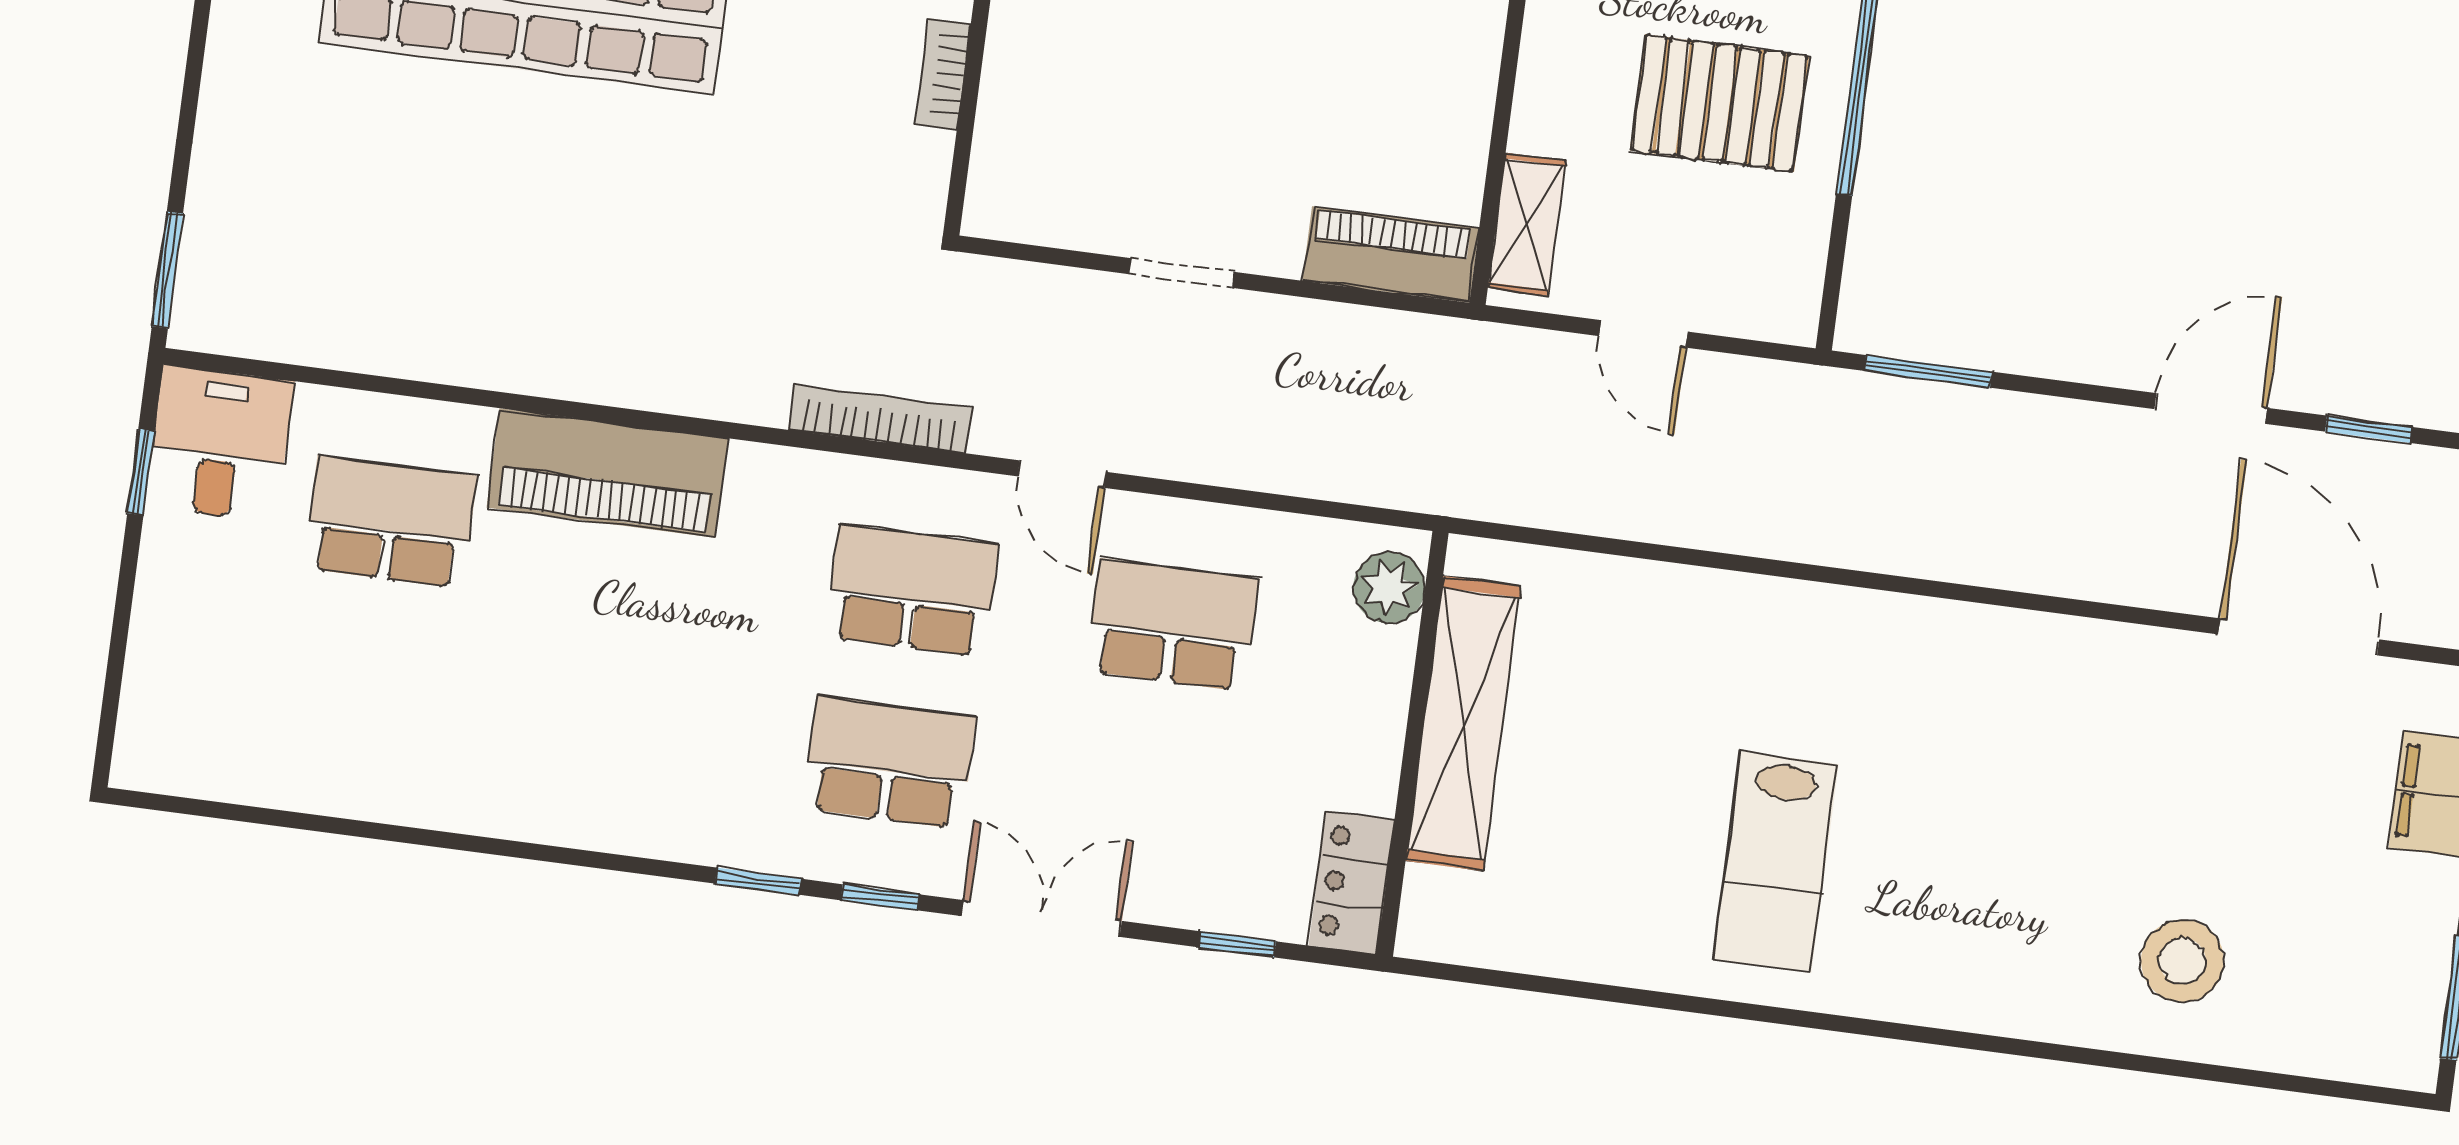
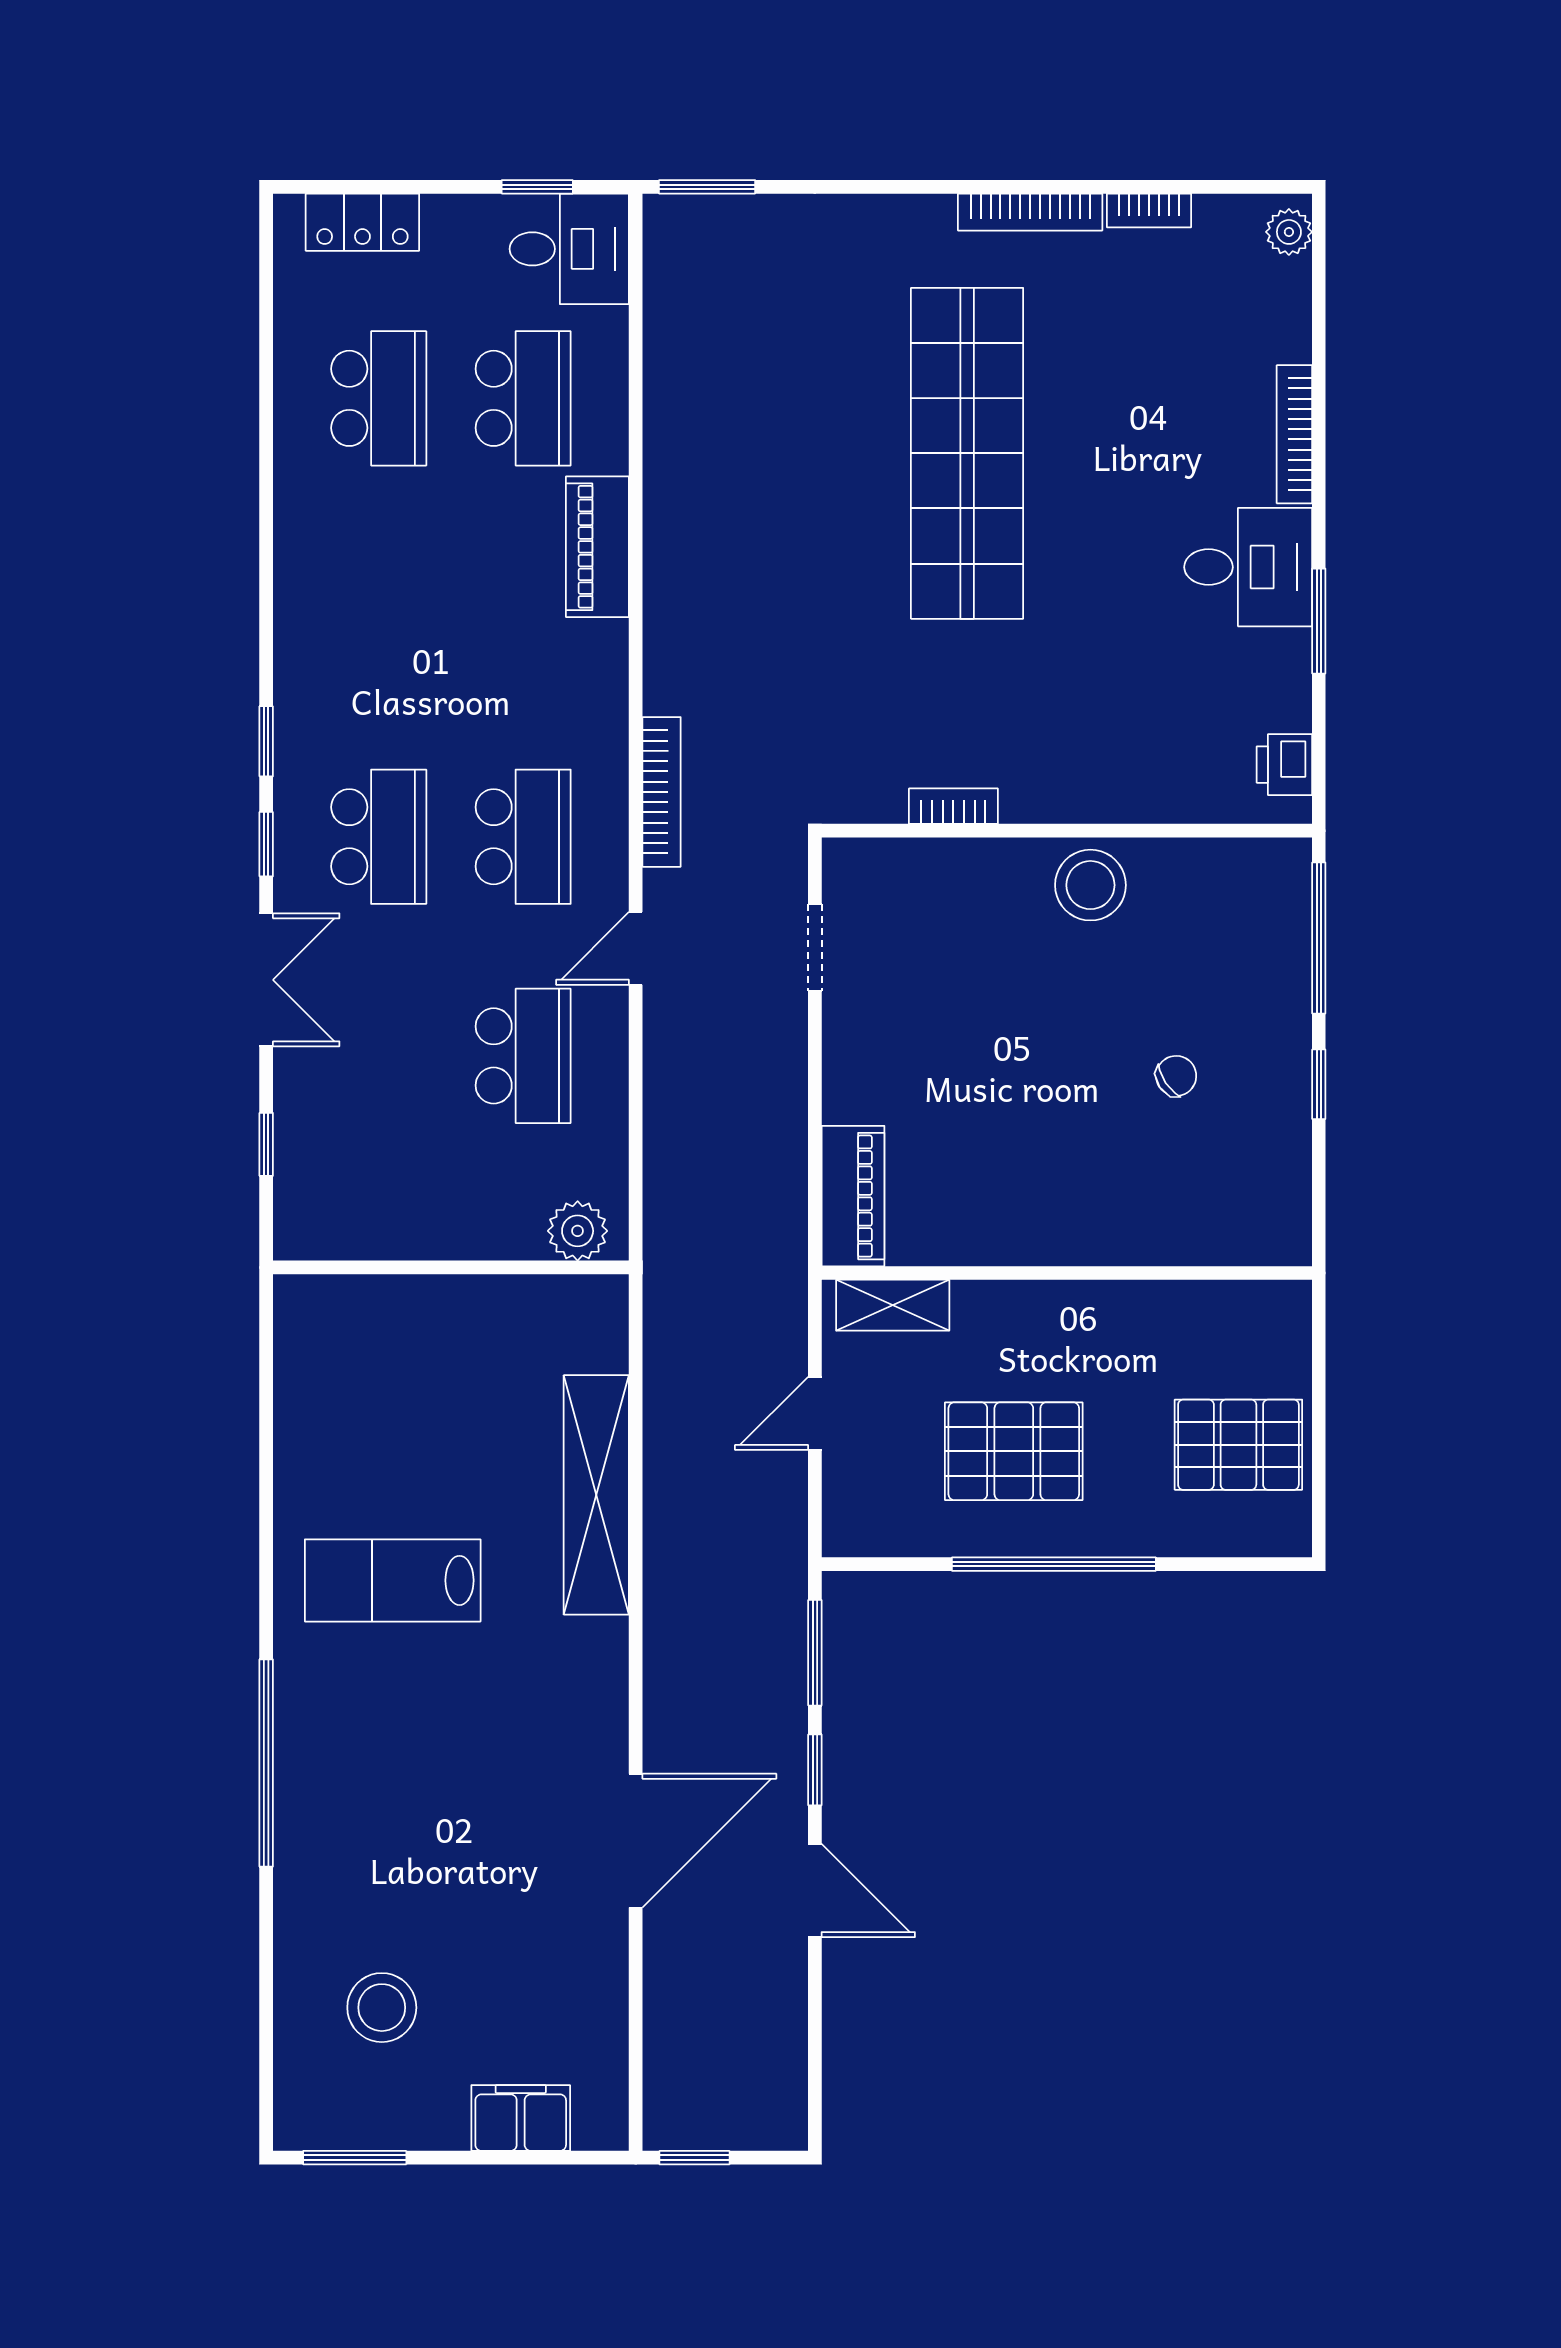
pallet: (1720, 103) -> (1014, 1451), turned 90
doorway: (1181, 273) -> (815, 948), moved
window: (2368, 429) -> (815, 1770), moved
piano: (608, 473) -> (597, 547), width x0.73, depth x0.75
door: (2299, 637) -> (636, 1841), moved
school desk: (368, 694) -> (379, 398), added
shelving: (1463, 724) -> (596, 1495), moved, turned 90
locker: (1352, 883) -> (362, 222), moved, turned 180
stool: (2183, 961) -> (382, 2008), moved
window: (1973, 1041) -> (266, 1763), added

